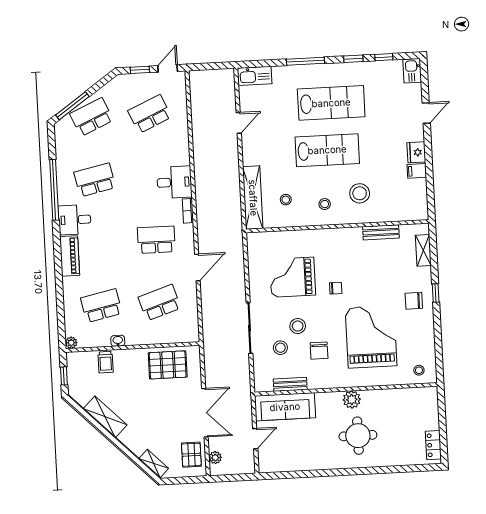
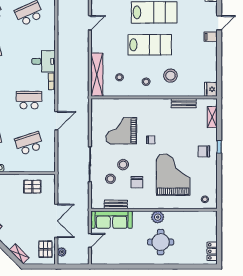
fridge: (416, 152) -> (211, 89), moved
filing cabinet: (417, 171) -> (211, 37), moved
pallet: (168, 365) -> (32, 187), width x0.67, depth x0.71

